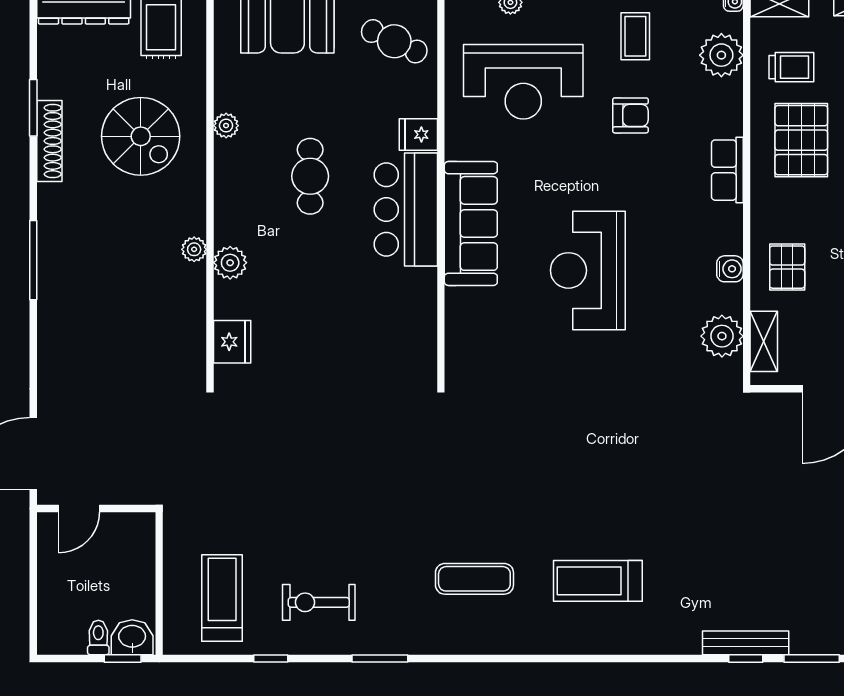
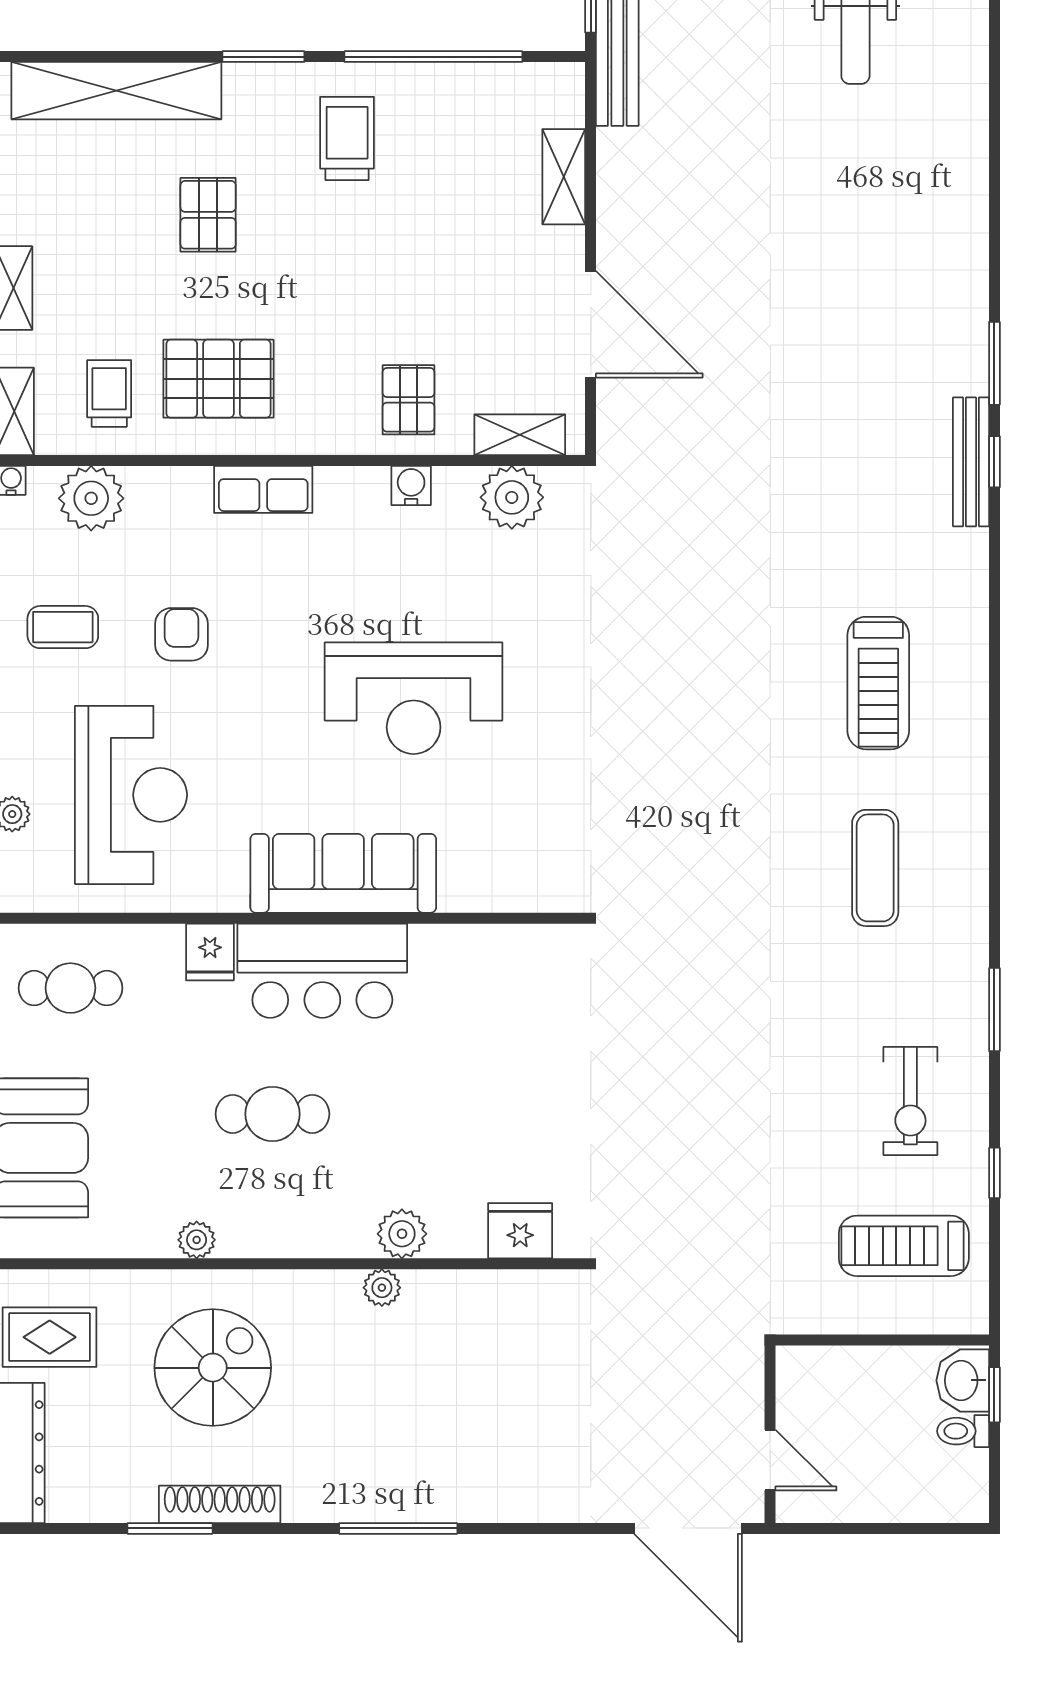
cafe table: (394, 41) -> (70, 988), turned 65
pallet: (787, 267) -> (409, 400), turned 90

